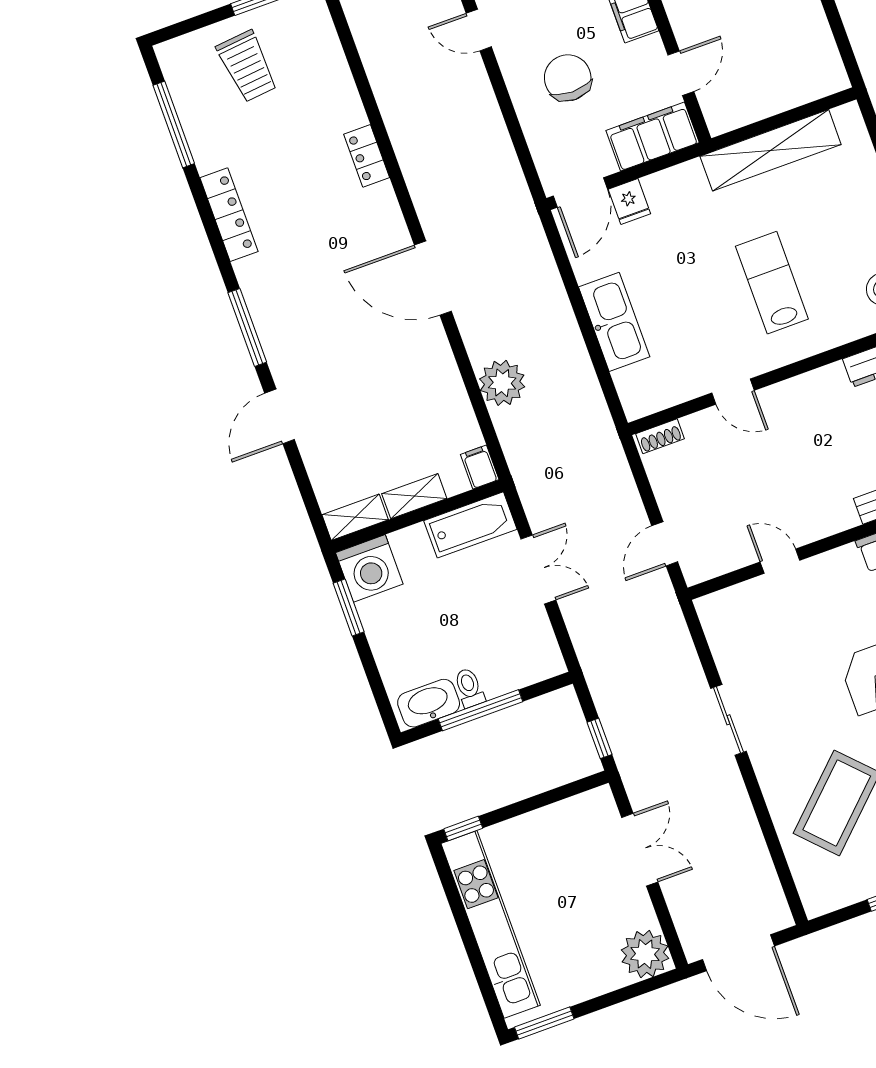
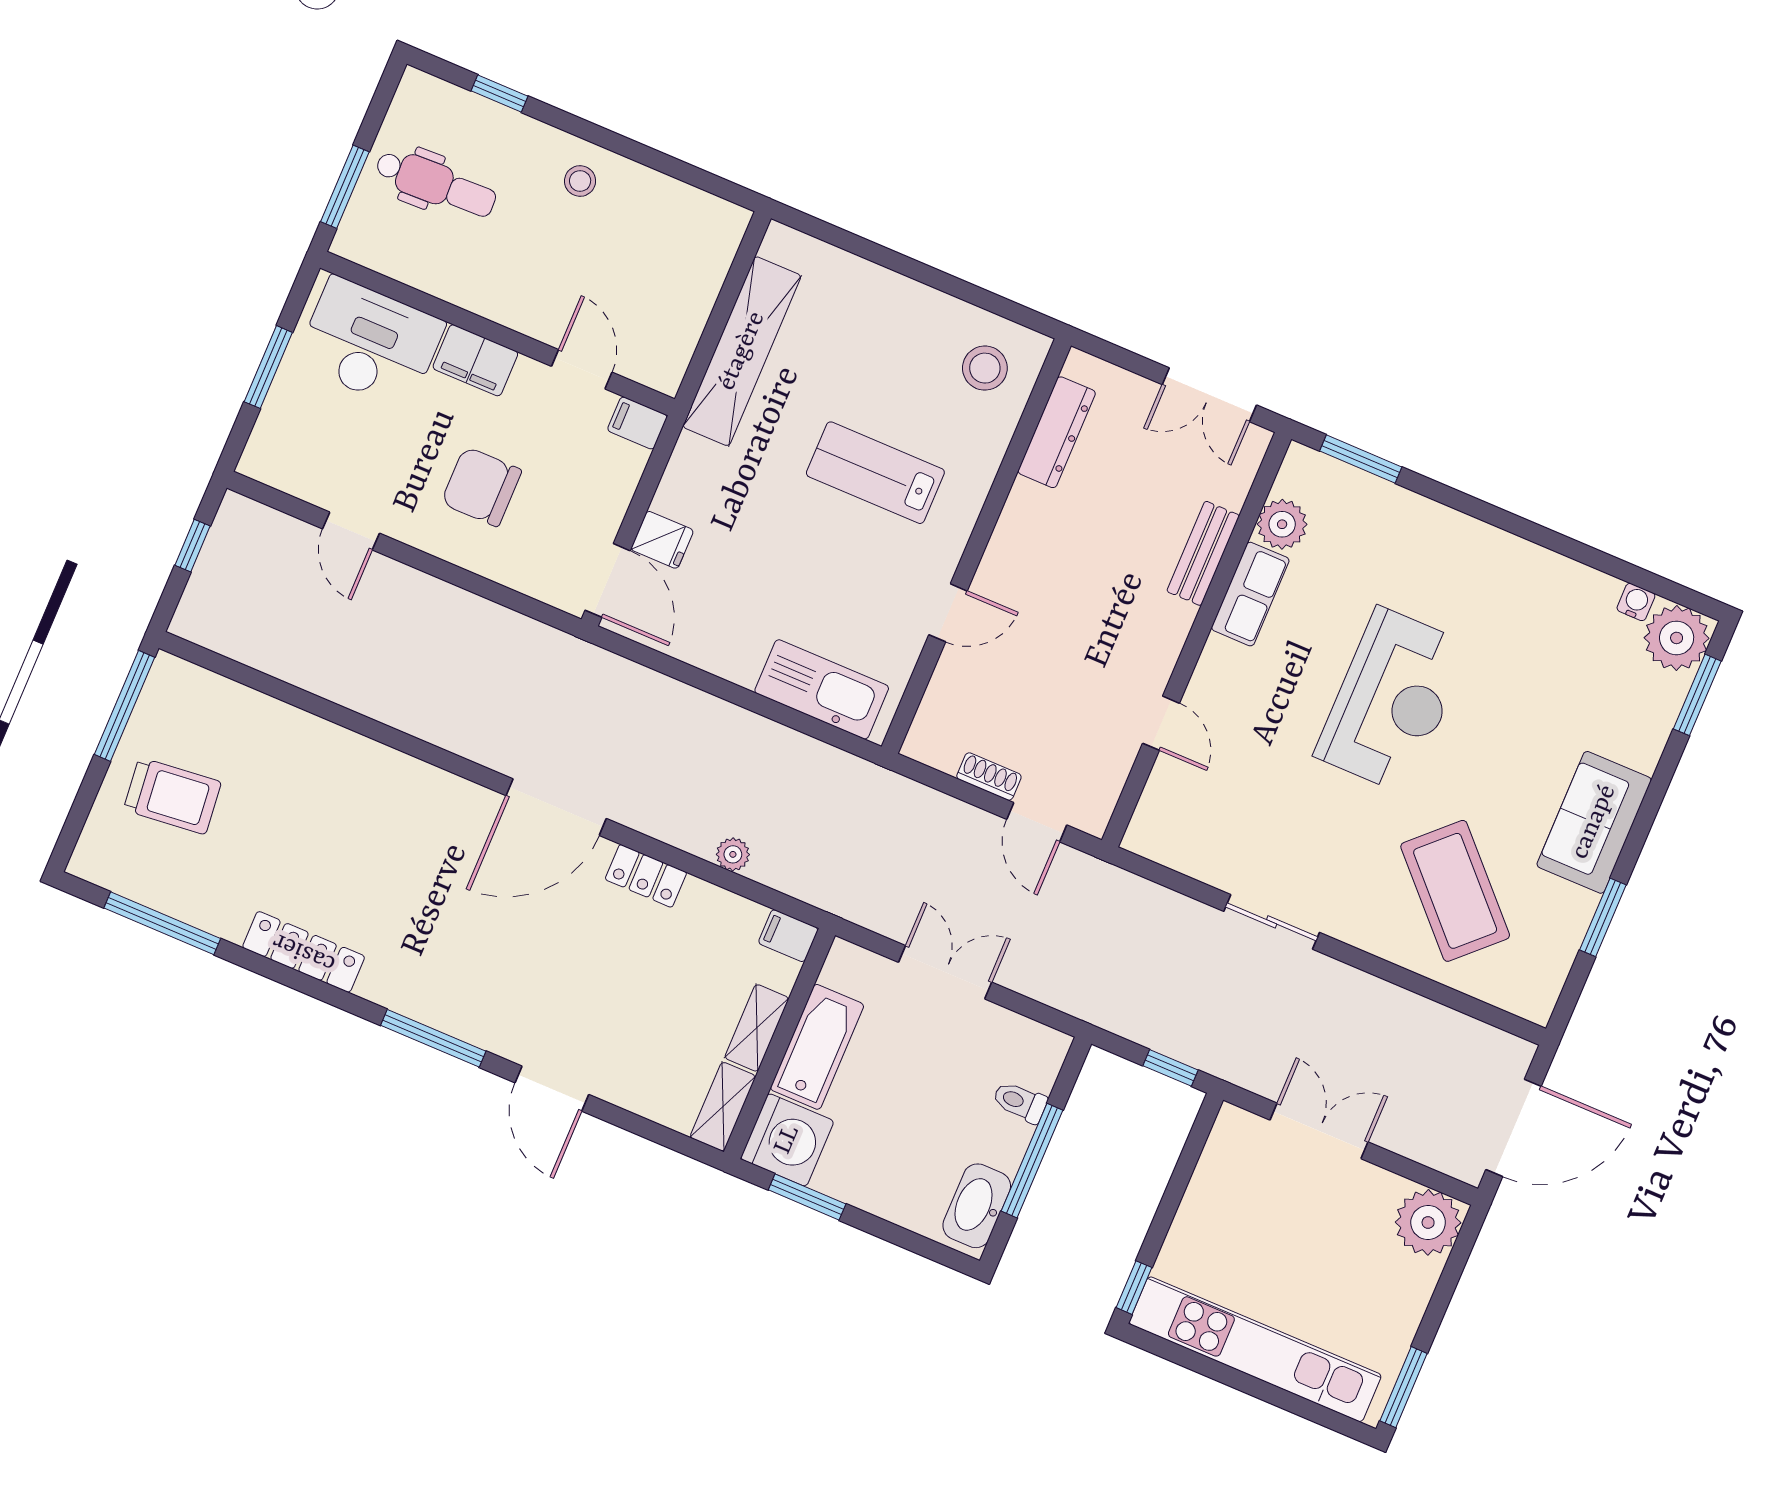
door: (479, 30) -> (351, 531), hinge flipped
filing cabinet: (653, 137) -> (637, 423), width x0.33, depth x0.86
locker: (367, 156) -> (646, 876), moved
kitchen sink: (614, 322) -> (822, 689), moved
plant: (502, 383) -> (733, 854), width x0.53, depth x0.53
shoe rack: (660, 436) -> (989, 777), moved, turned -90
bathtub: (470, 525) -> (817, 1047), moved
door: (780, 561) -> (1161, 723), swing flipped
toilet: (469, 688) -> (1020, 1102), moved

